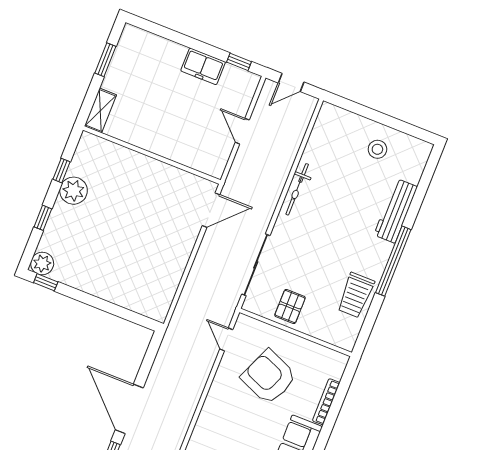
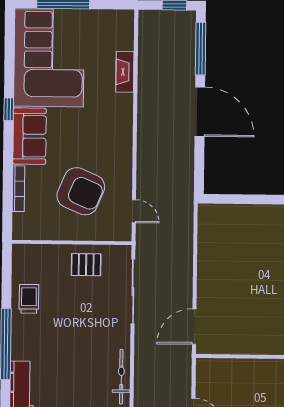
trolley: (356, 295) -> (29, 299), width x0.73, depth x0.72
pallet: (290, 307) -> (86, 265), turned 90

